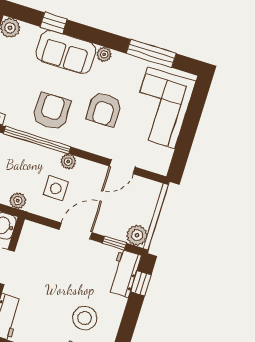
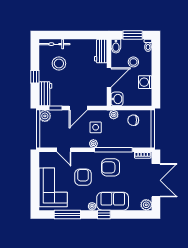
window: (54, 23) -> (104, 214), moved
armchair: (52, 111) -> (111, 167), turned 90
door: (122, 167) -> (64, 150), swing flipped
window: (141, 283) -> (35, 77), moved

